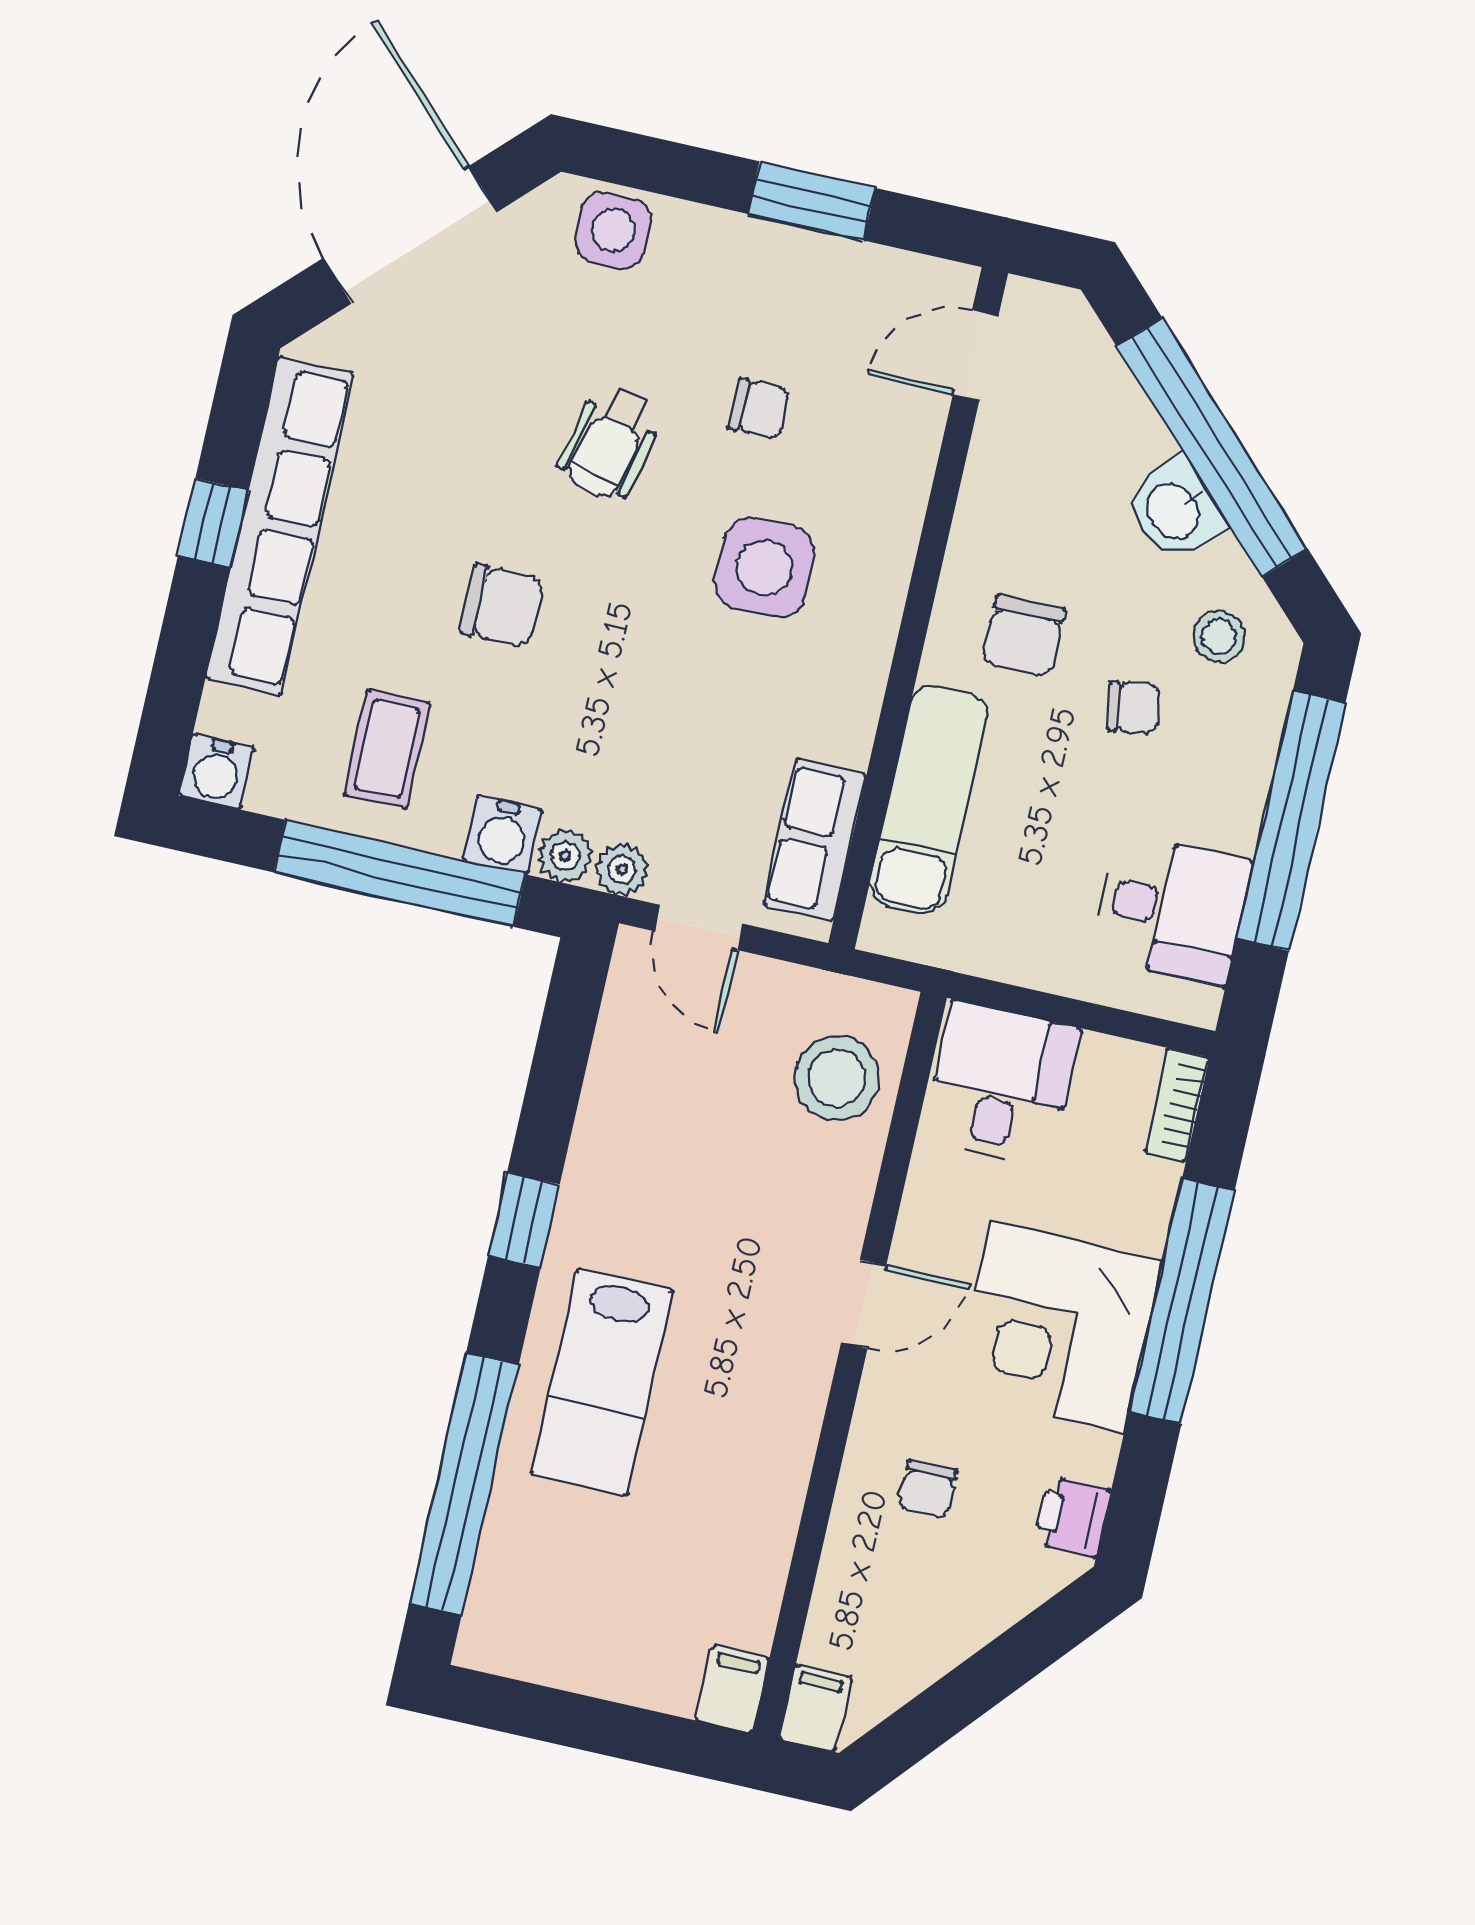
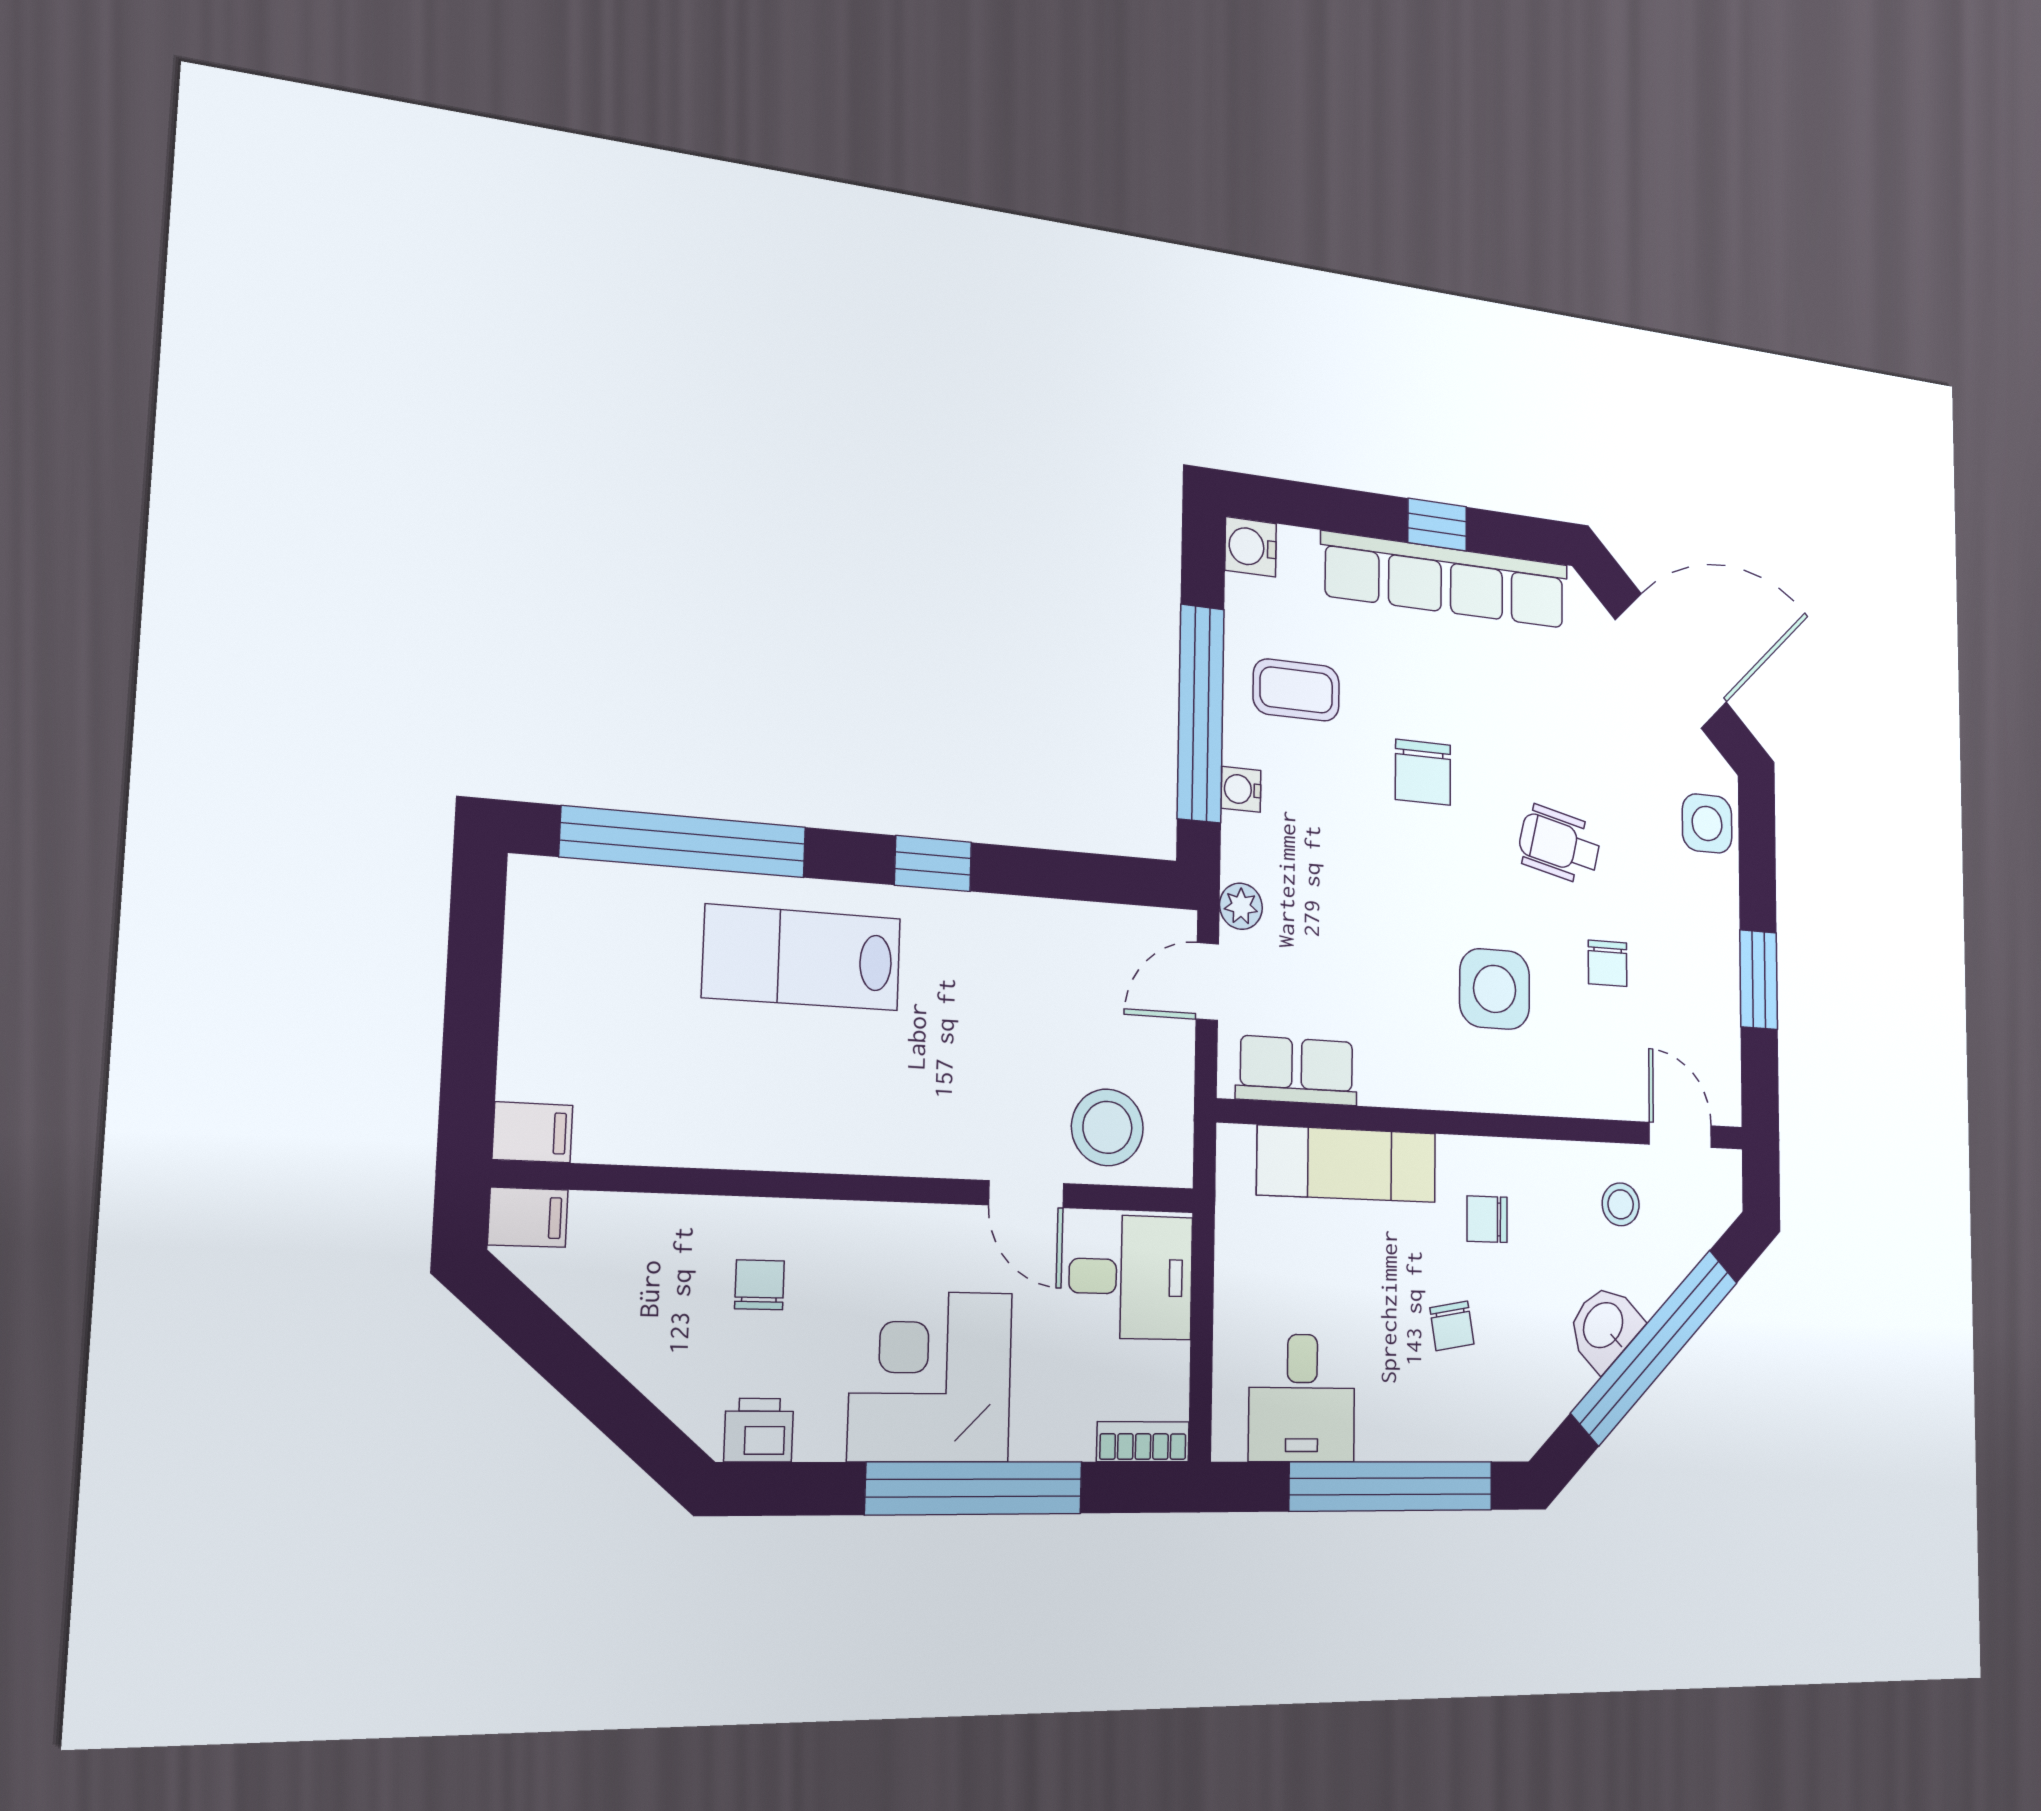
chair: (1024, 636) -> (1487, 1219), width x0.73, depth x0.73
stool: (1219, 637) -> (1621, 1204), moved
water cooler: (502, 835) -> (1241, 789), width x0.72, depth x0.72
plant: (565, 856) -> (1242, 855), removed
door: (864, 1304) -> (1026, 1194), moved
chair: (928, 1489) -> (760, 1285), turned 90

